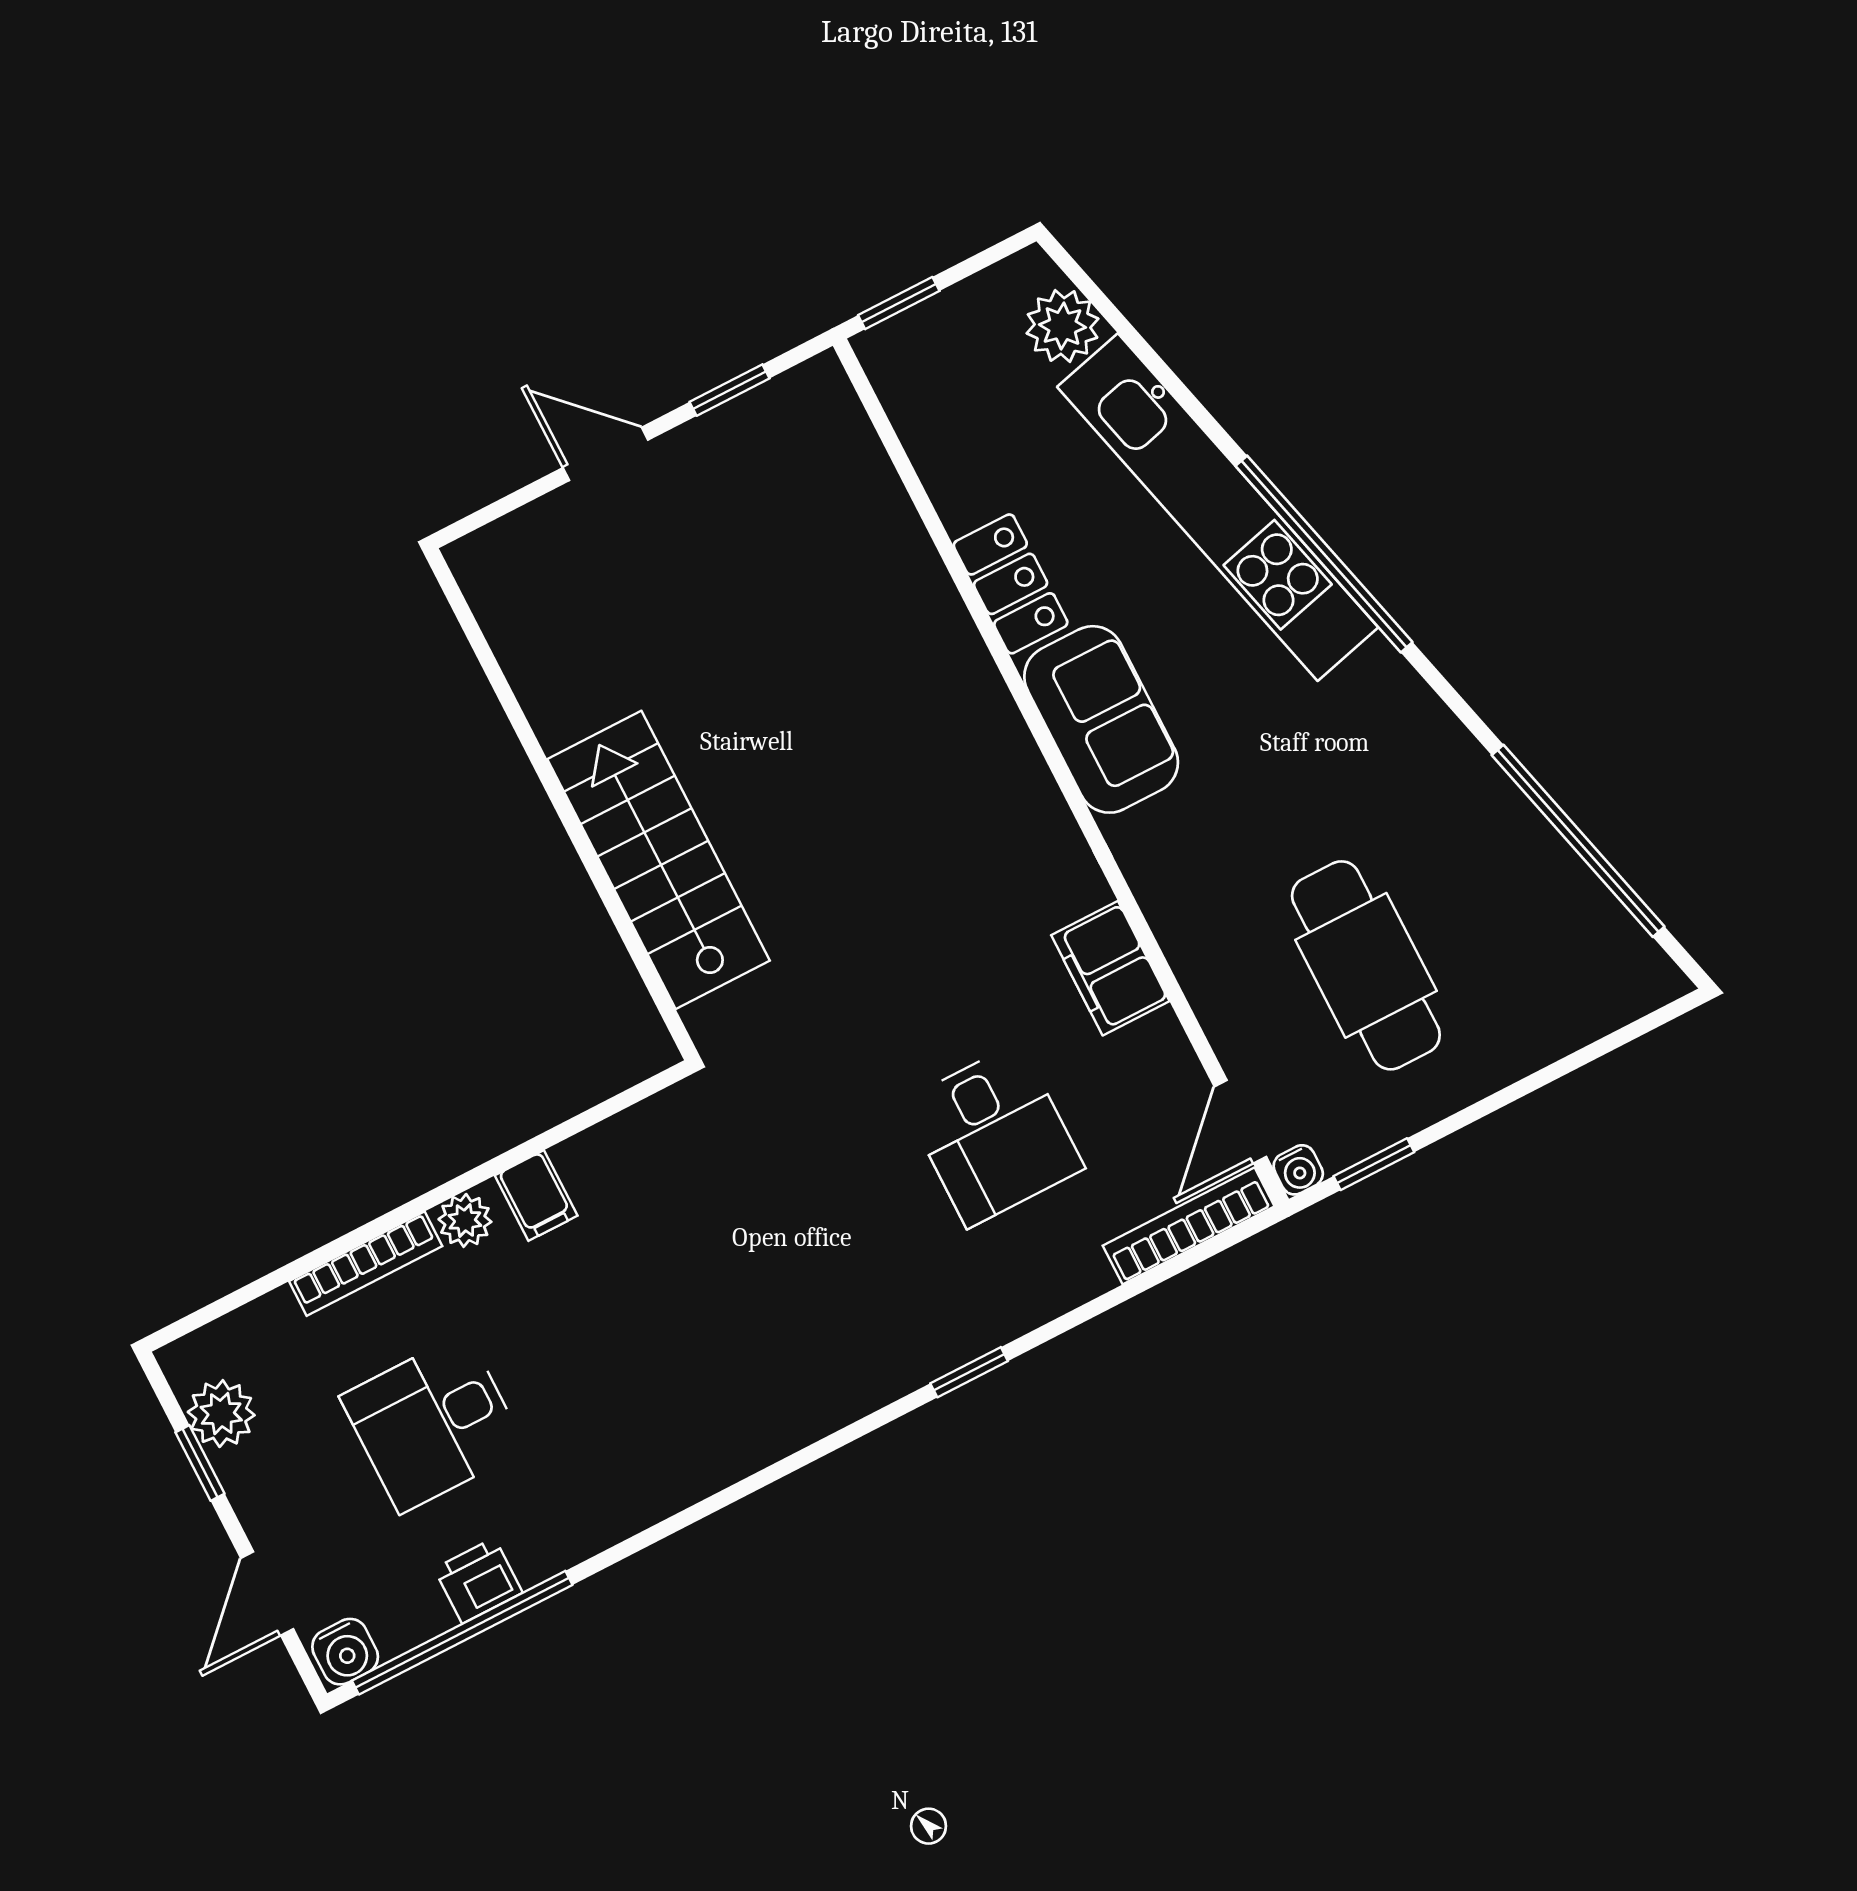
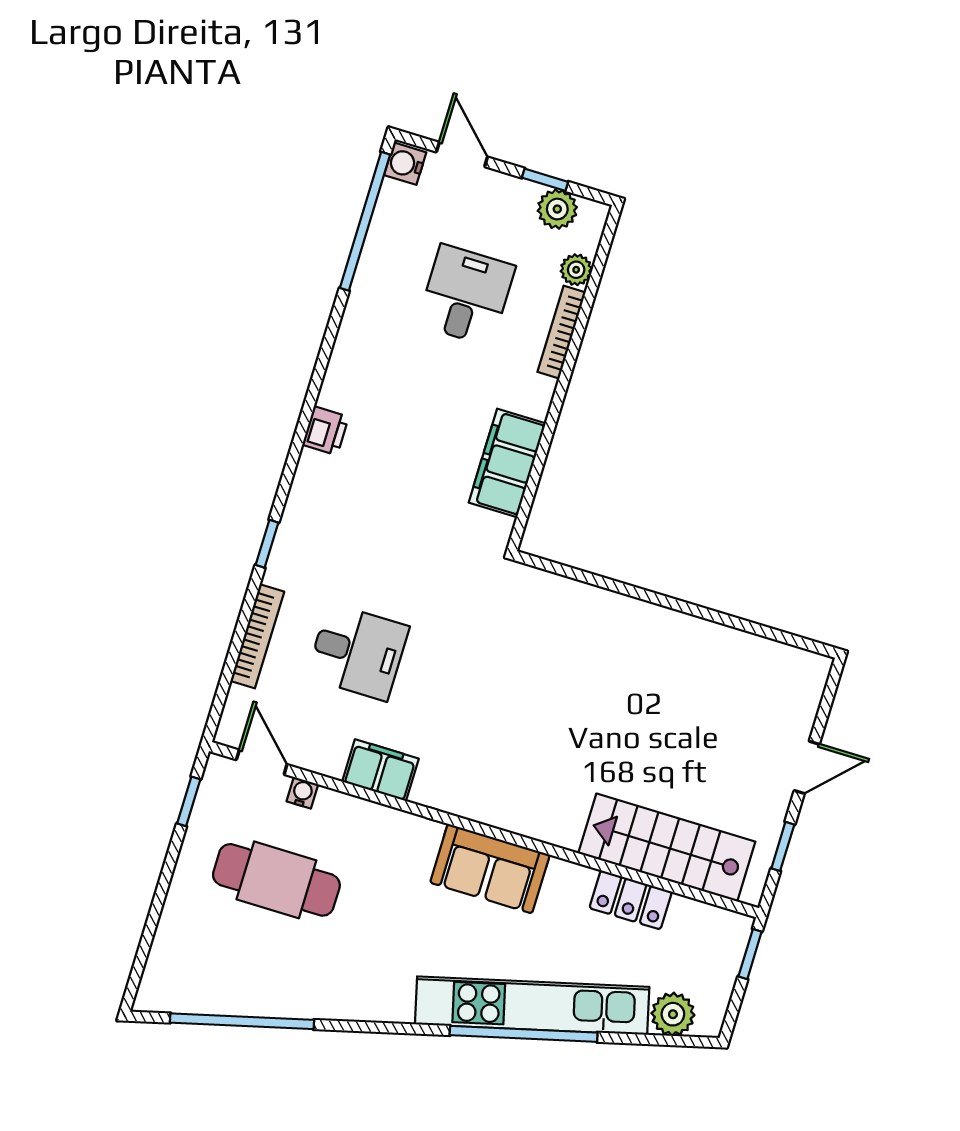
window: (1324, 554) -> (524, 1034), moved
locker: (1011, 584) -> (631, 900), moved
stairs: (659, 860) -> (667, 848), moved, turned 180
desk: (993, 1135) -> (358, 652), turned 180
water cooler: (1298, 1170) -> (302, 793), moved, turned 90
filing cabinet: (536, 1196) -> (507, 463), width x3.00, depth x1.17
plant: (465, 1220) -> (576, 270), moved
bookcase: (1189, 1226) -> (257, 636), moved
printer: (478, 1581) -> (325, 431), moved

